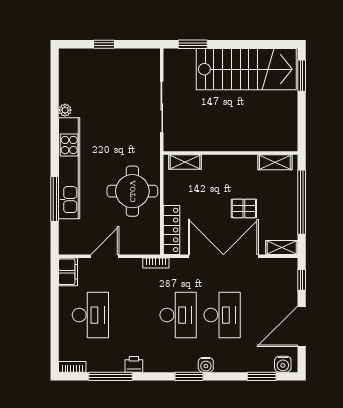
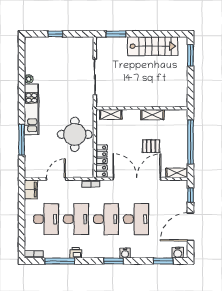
stairs: (246, 69) -> (153, 46), width x0.73, depth x0.66
shelving: (275, 162) -> (152, 115), moved
kitchen unit: (69, 168) -> (32, 110), width x0.73
desk: (134, 315) -> (76, 219), added

